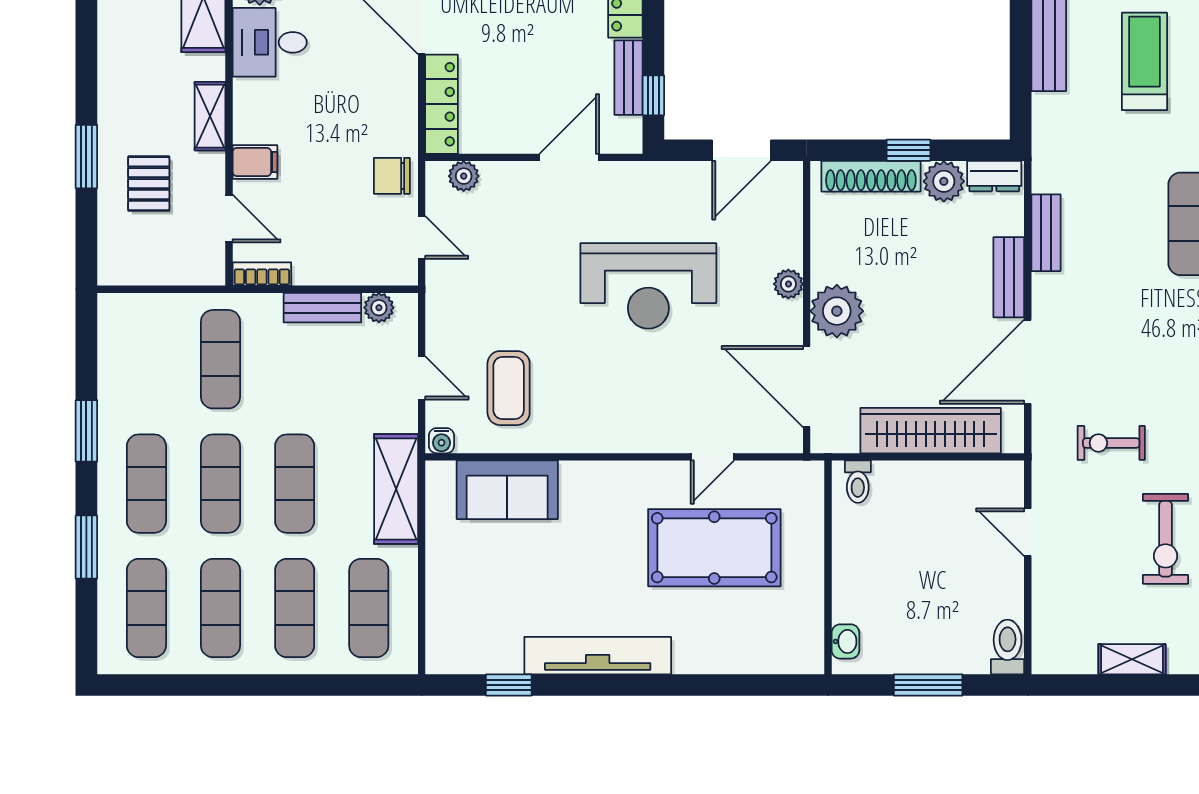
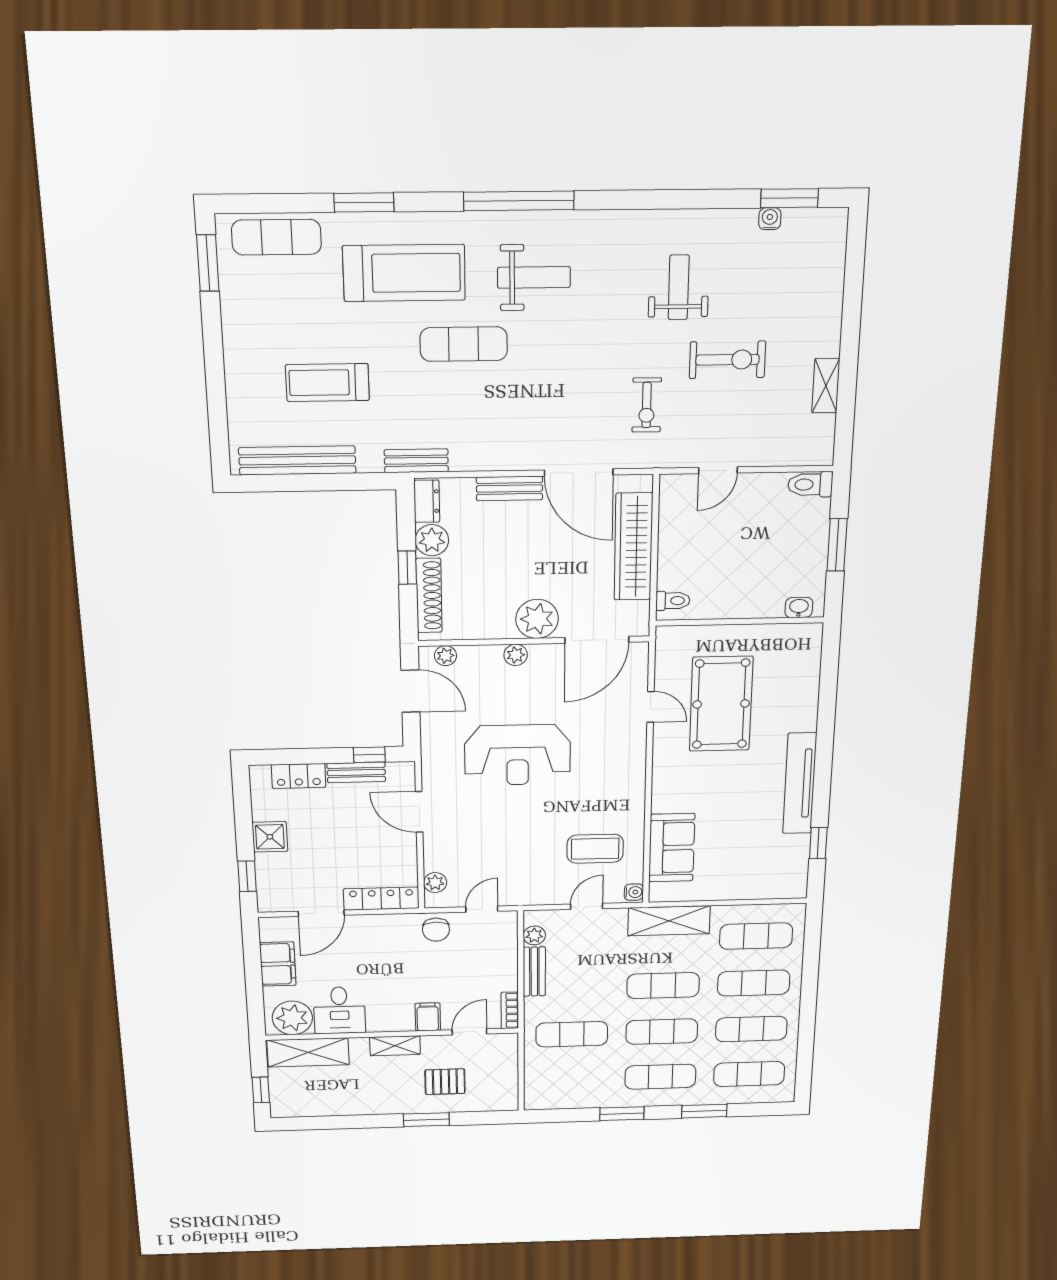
plant: (789, 195) -> (445, 656), added
bench: (1046, 233) -> (416, 461), moved
reception desk: (648, 286) -> (518, 755), turned 90

